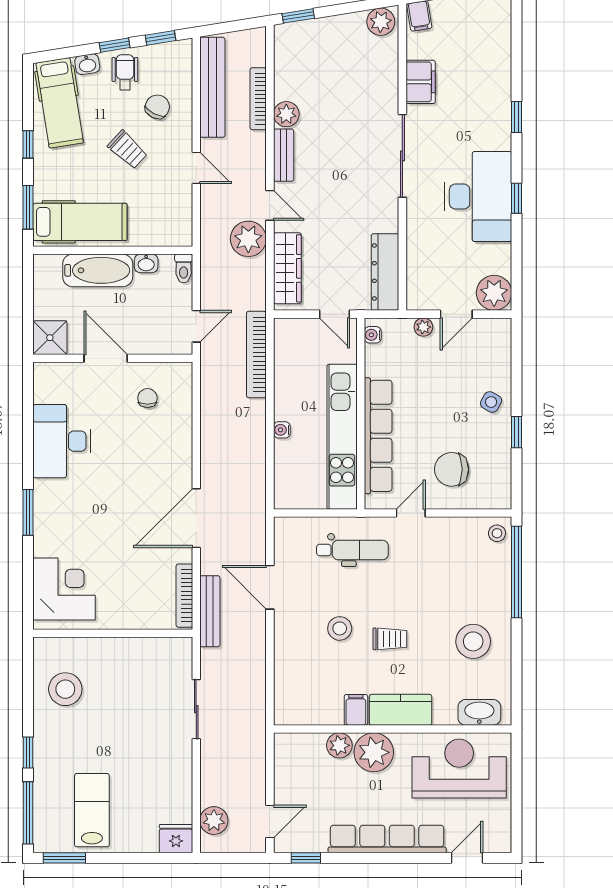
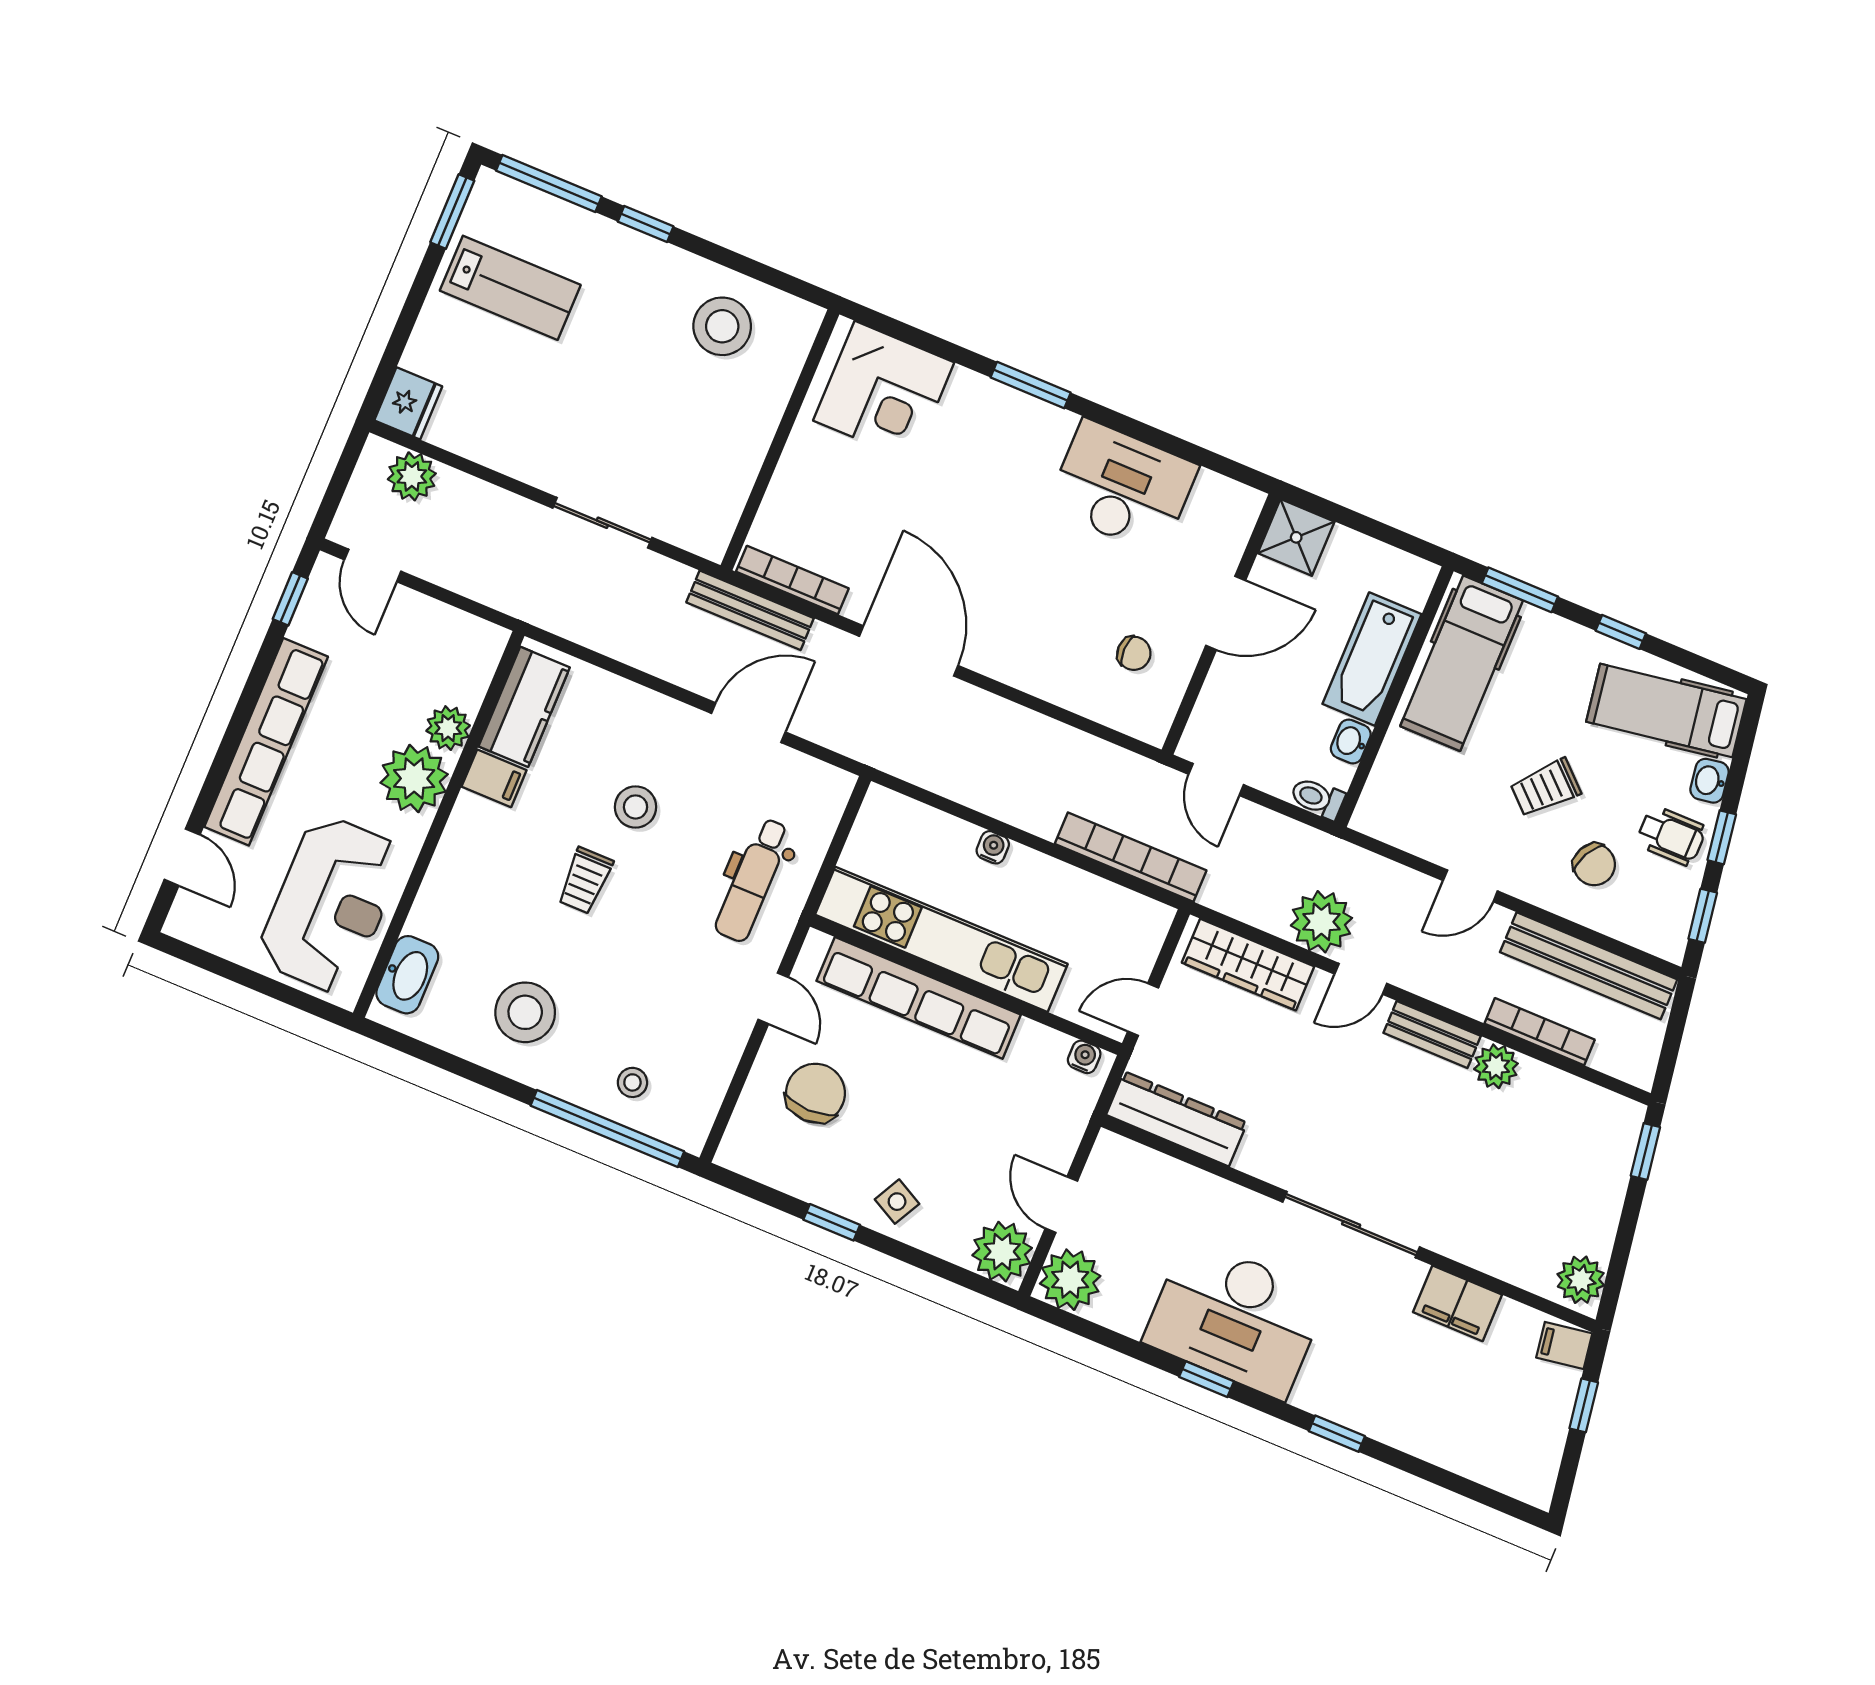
plant: (423, 327) -> (1002, 1252), moved, width x1.87, depth x1.87
stool: (497, 533) -> (632, 1082), moved
kitchen counter: (401, 710) -> (524, 707), moved

